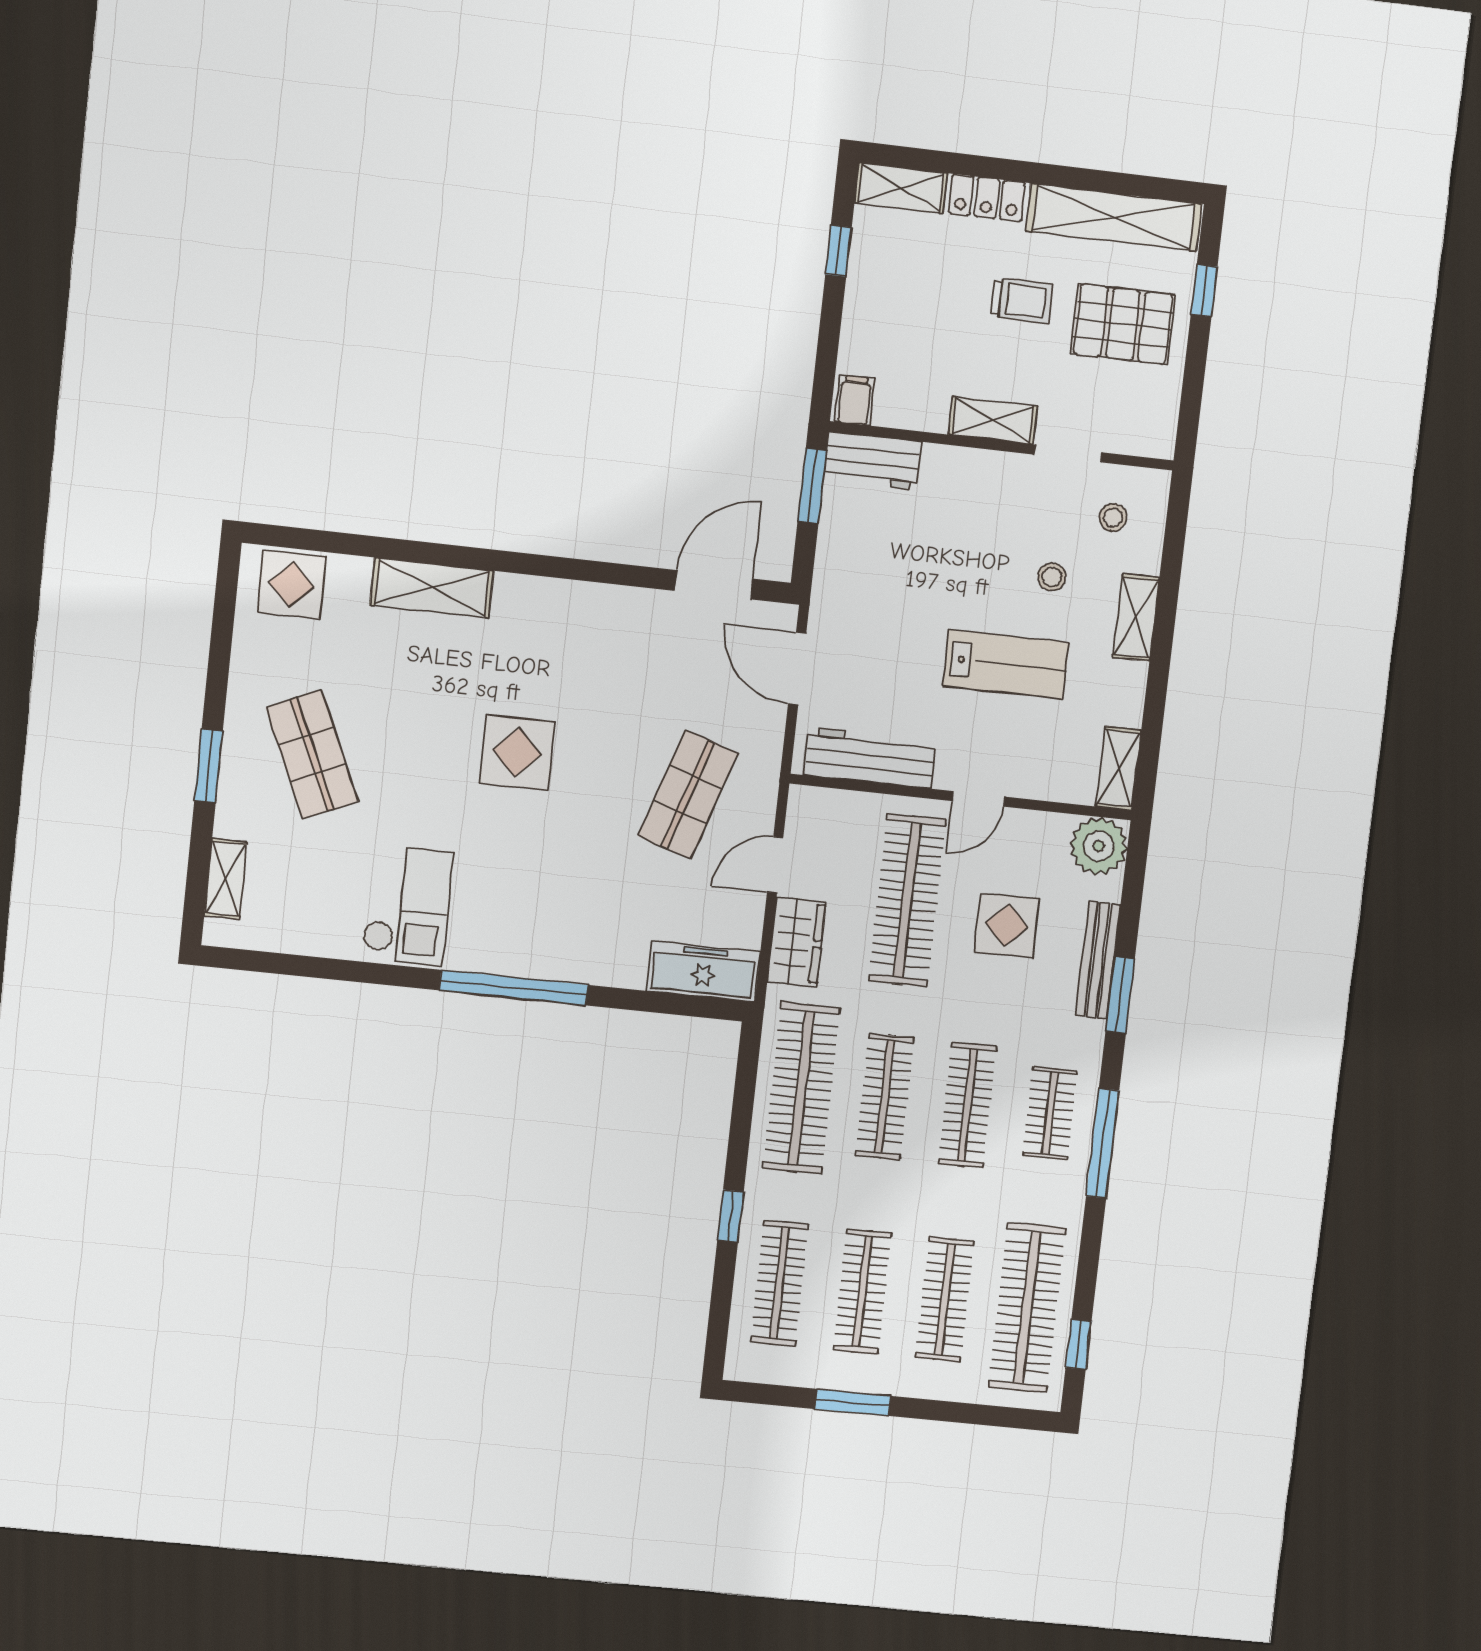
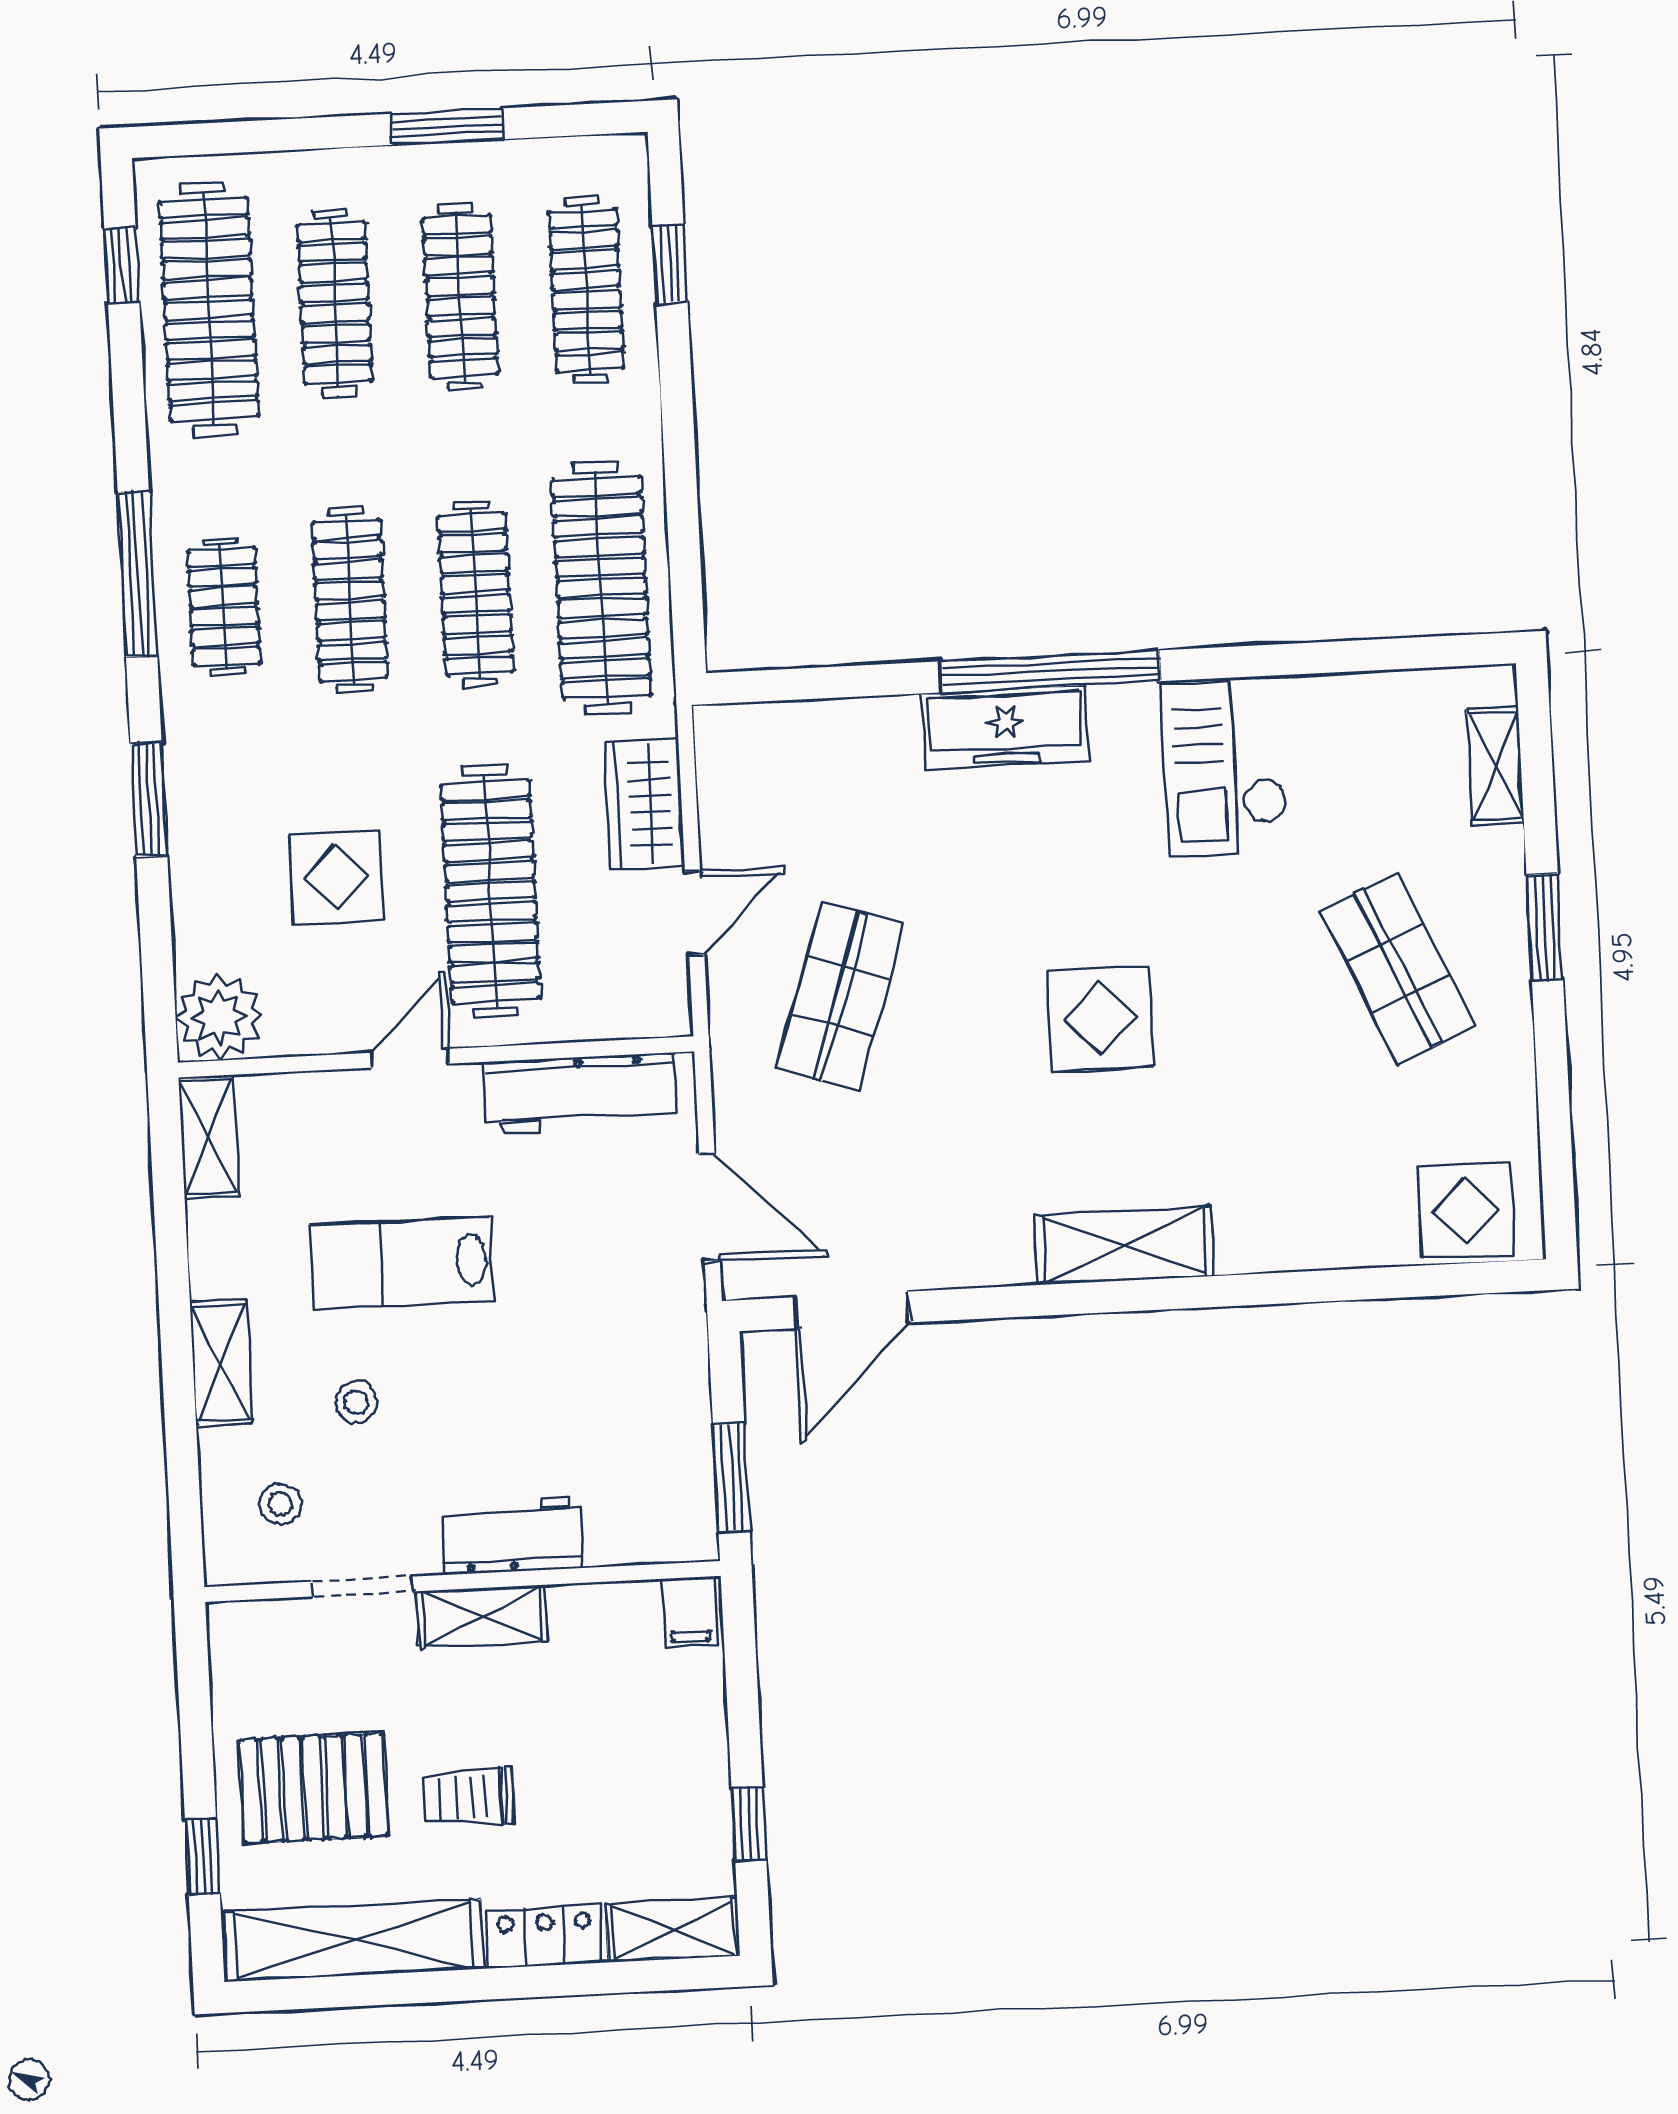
workbench: (873, 461) -> (512, 1535), moved
shelving: (432, 588) -> (1124, 1246), moved
bench: (1098, 960) -> (191, 847), removed
freezer: (703, 971) -> (1006, 727), moved
window: (731, 1216) -> (670, 264), moved

